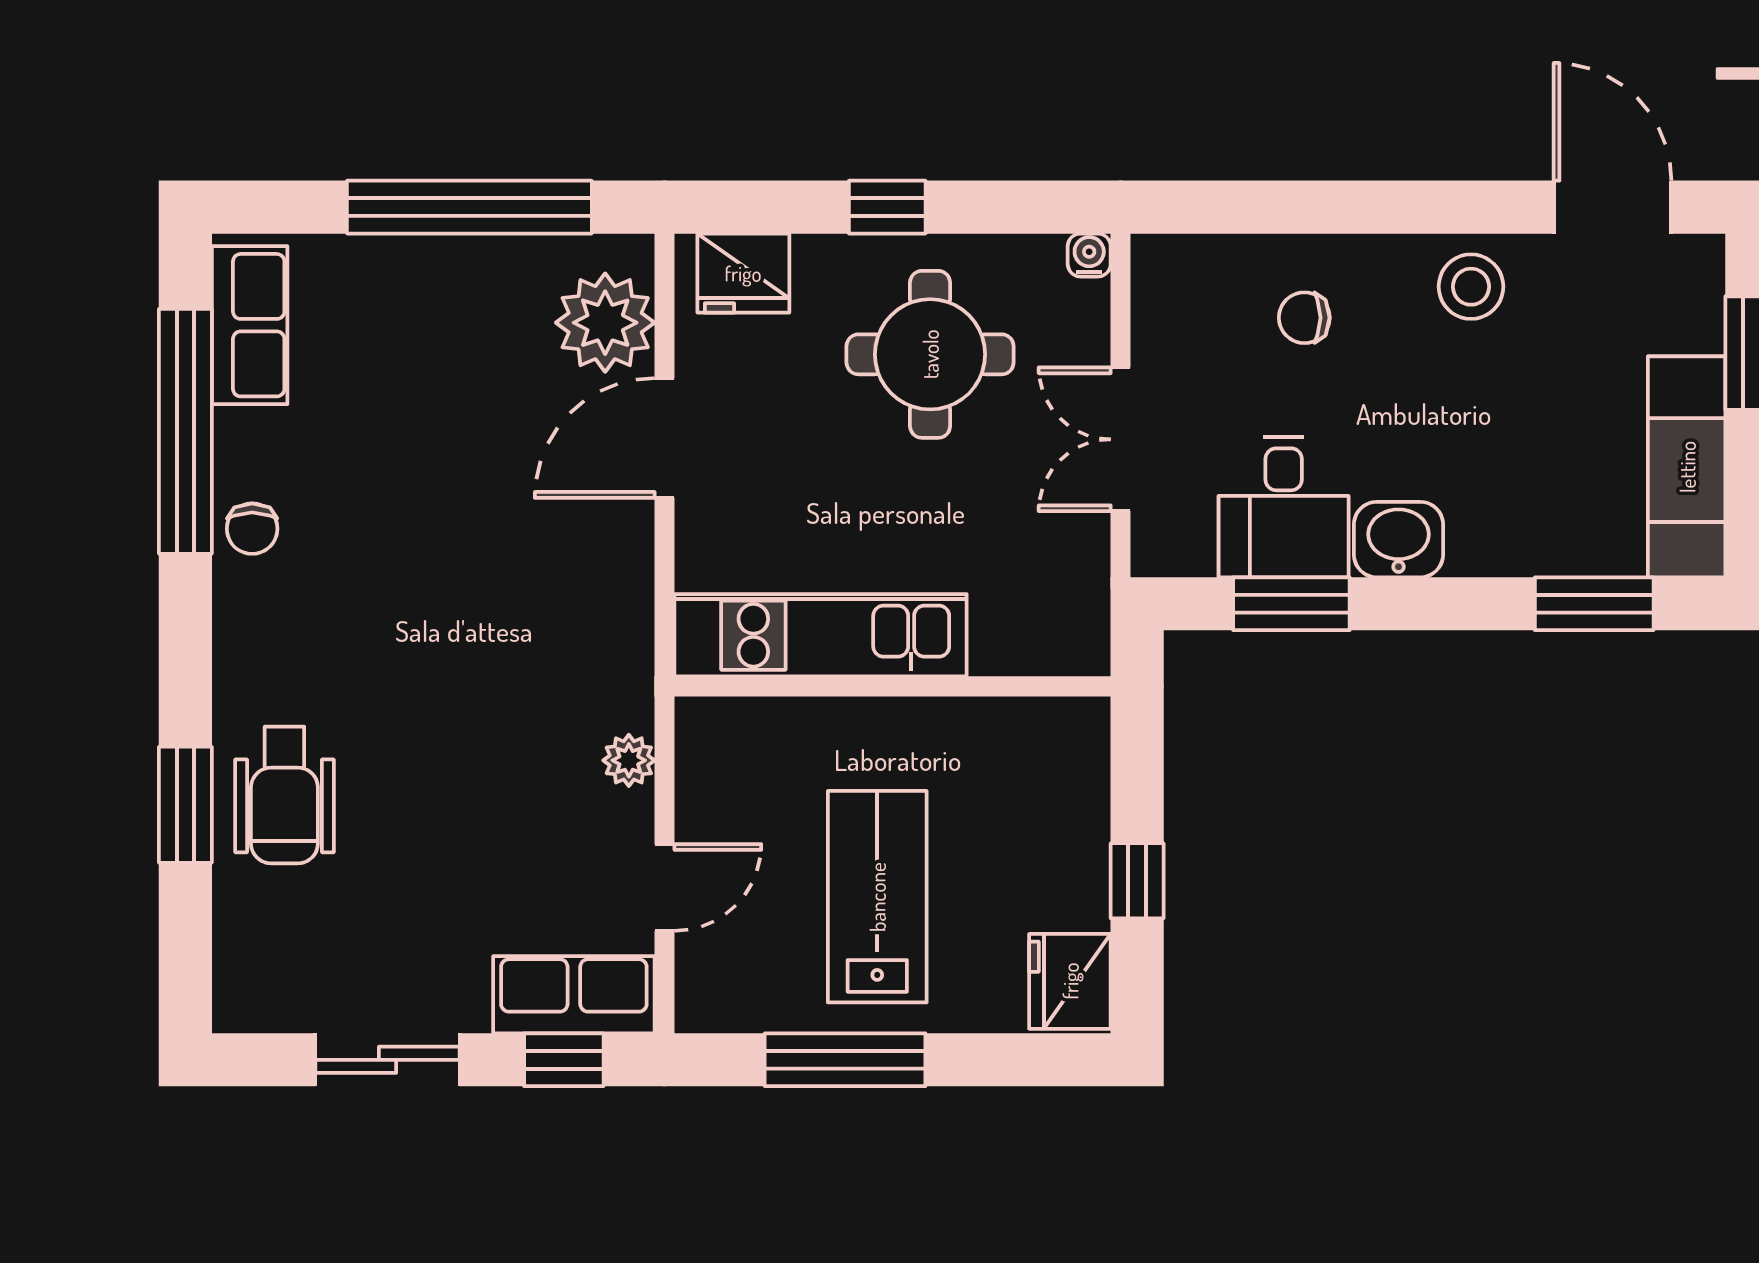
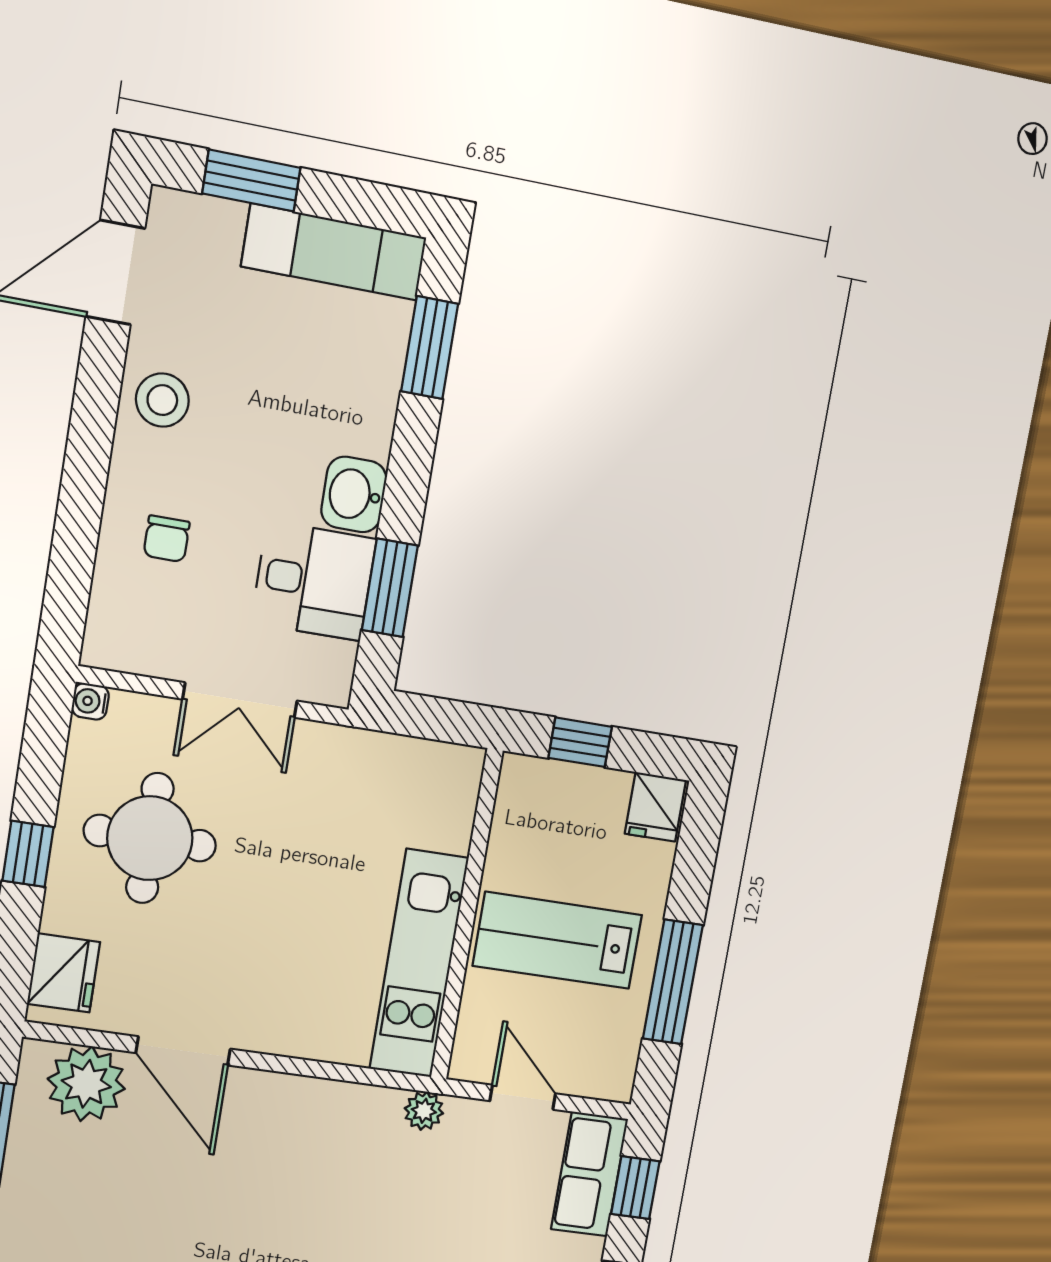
kitchen unit: (821, 635) -> (419, 964), moved
wall: (893, 686) -> (467, 915), moved
fridge: (1070, 981) -> (655, 807), width x0.72

